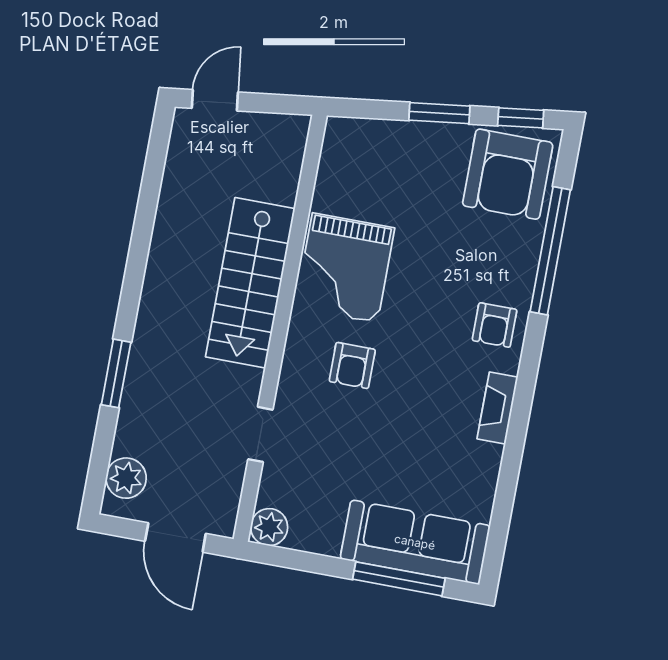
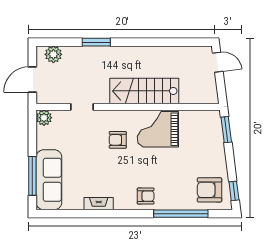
window: (439, 113) -> (226, 130), moved
armchair: (508, 174) -> (209, 190), width x0.73, depth x0.73
armchair: (495, 325) -> (146, 196), turned 180
fireplace: (497, 408) -> (99, 204), moved

